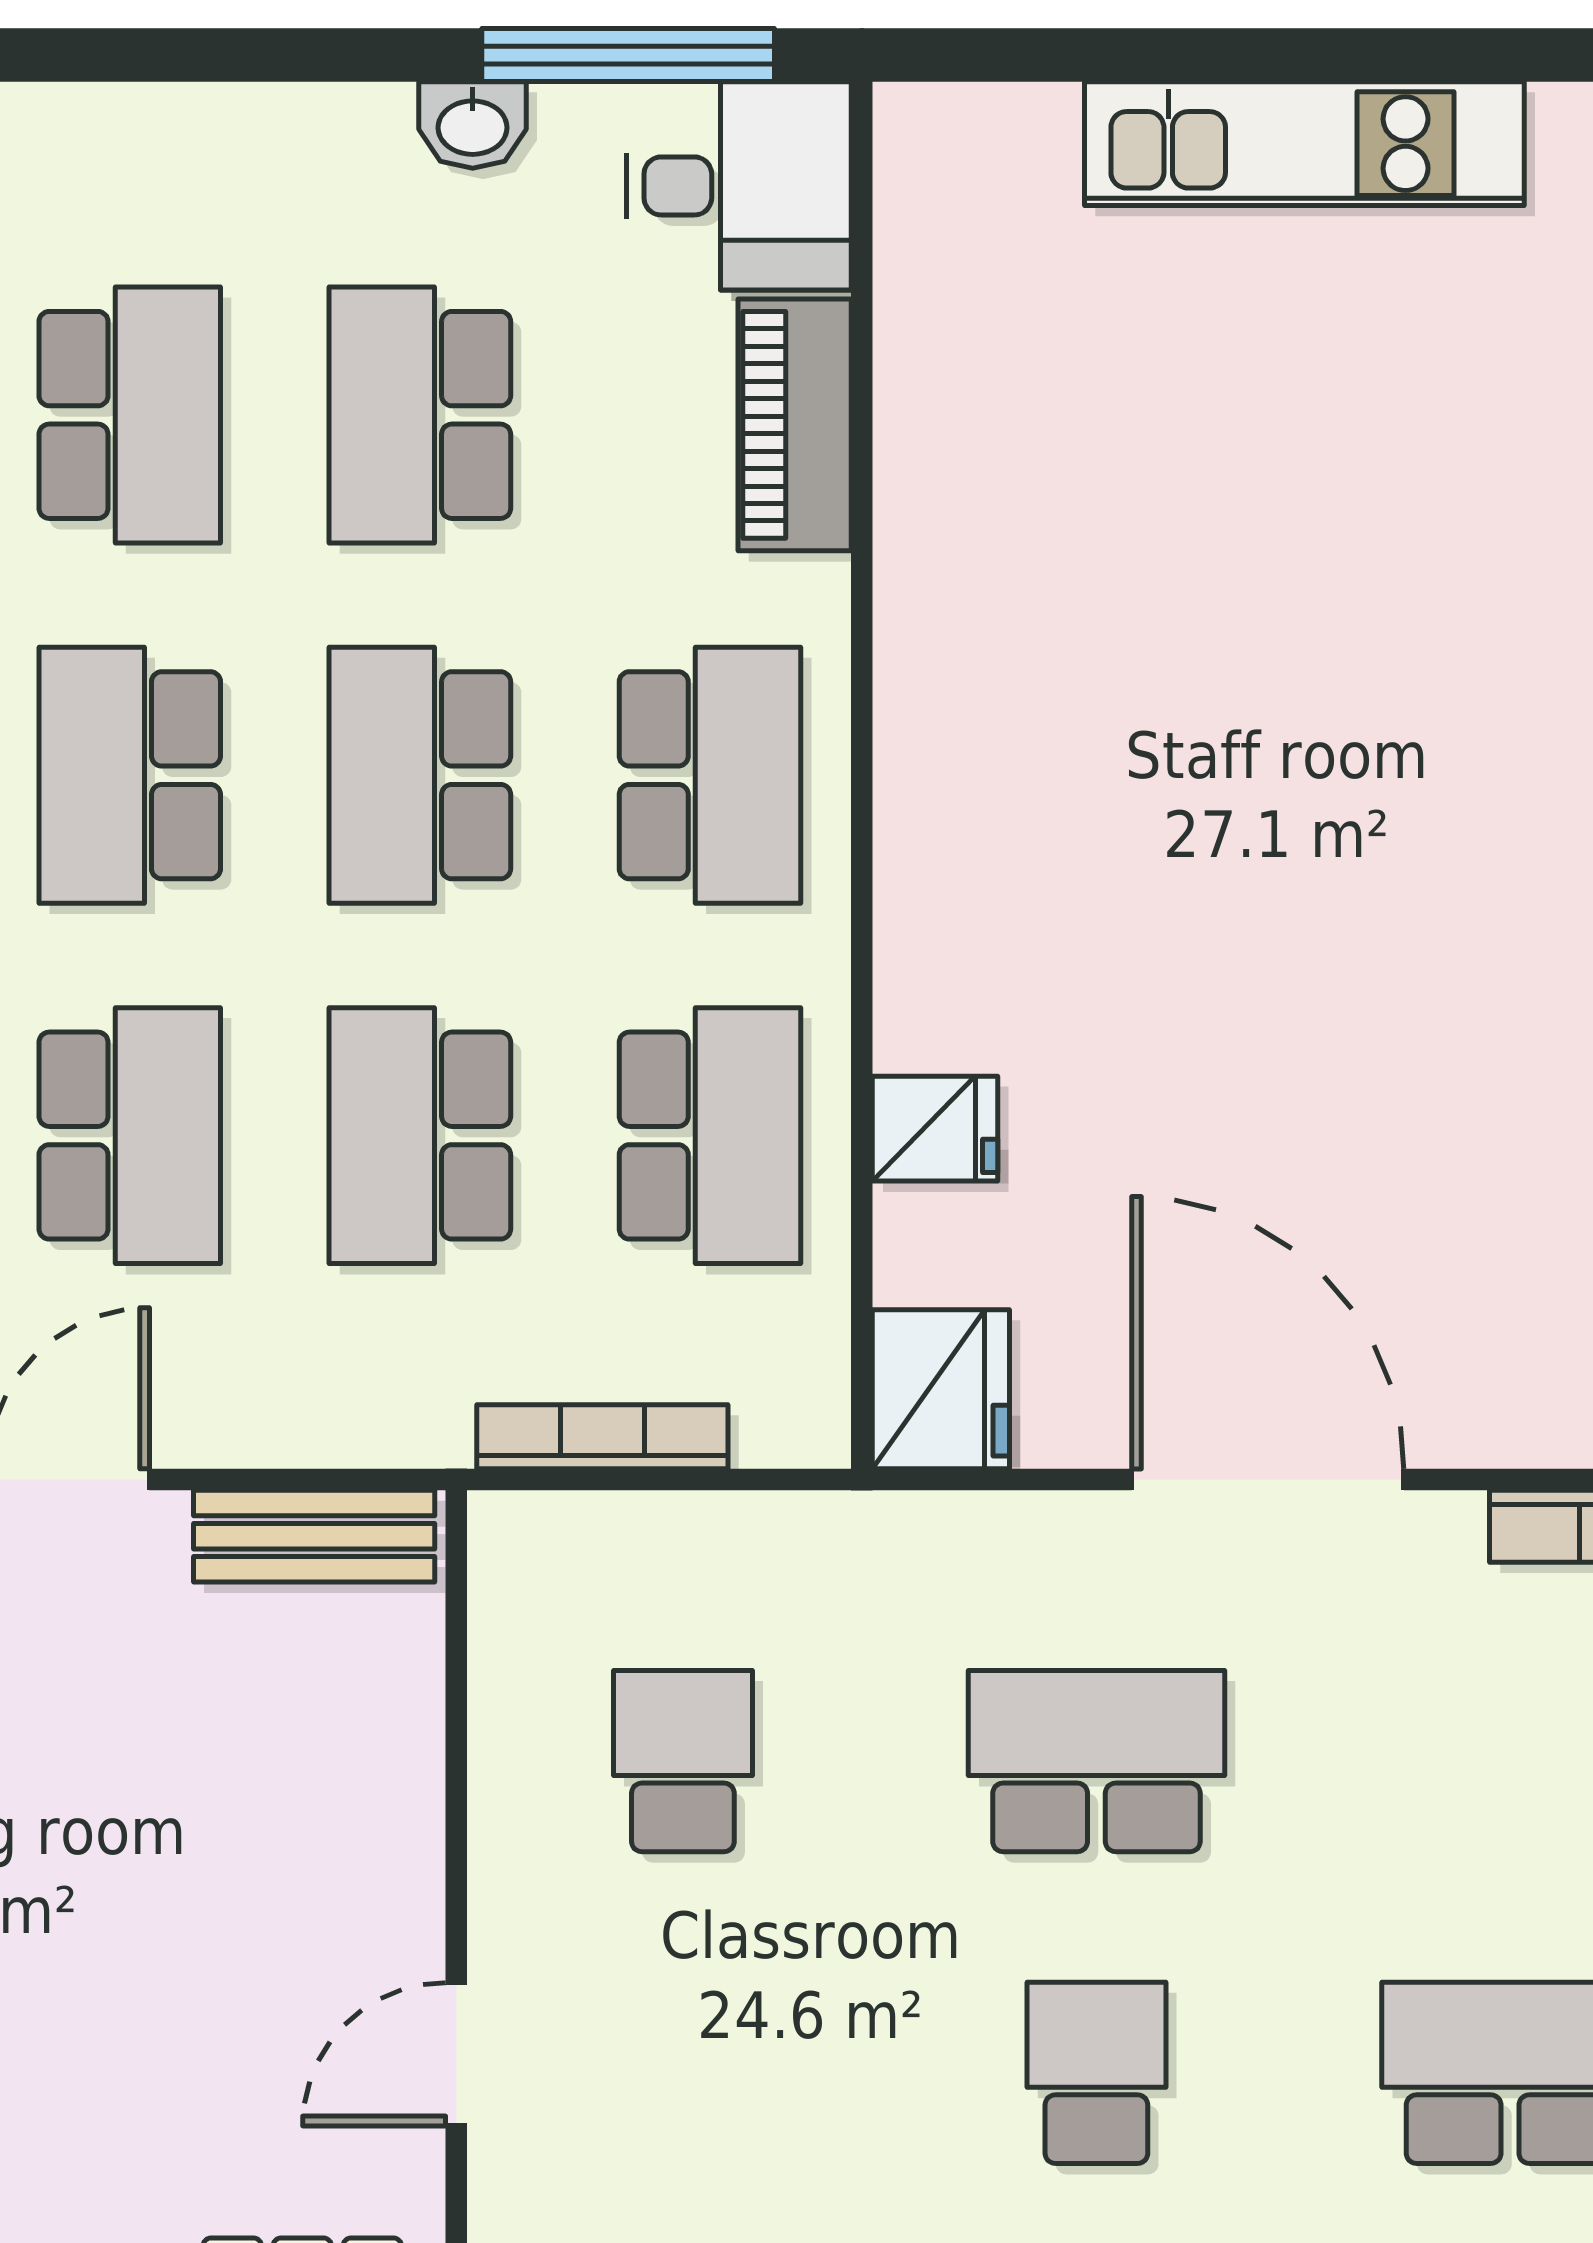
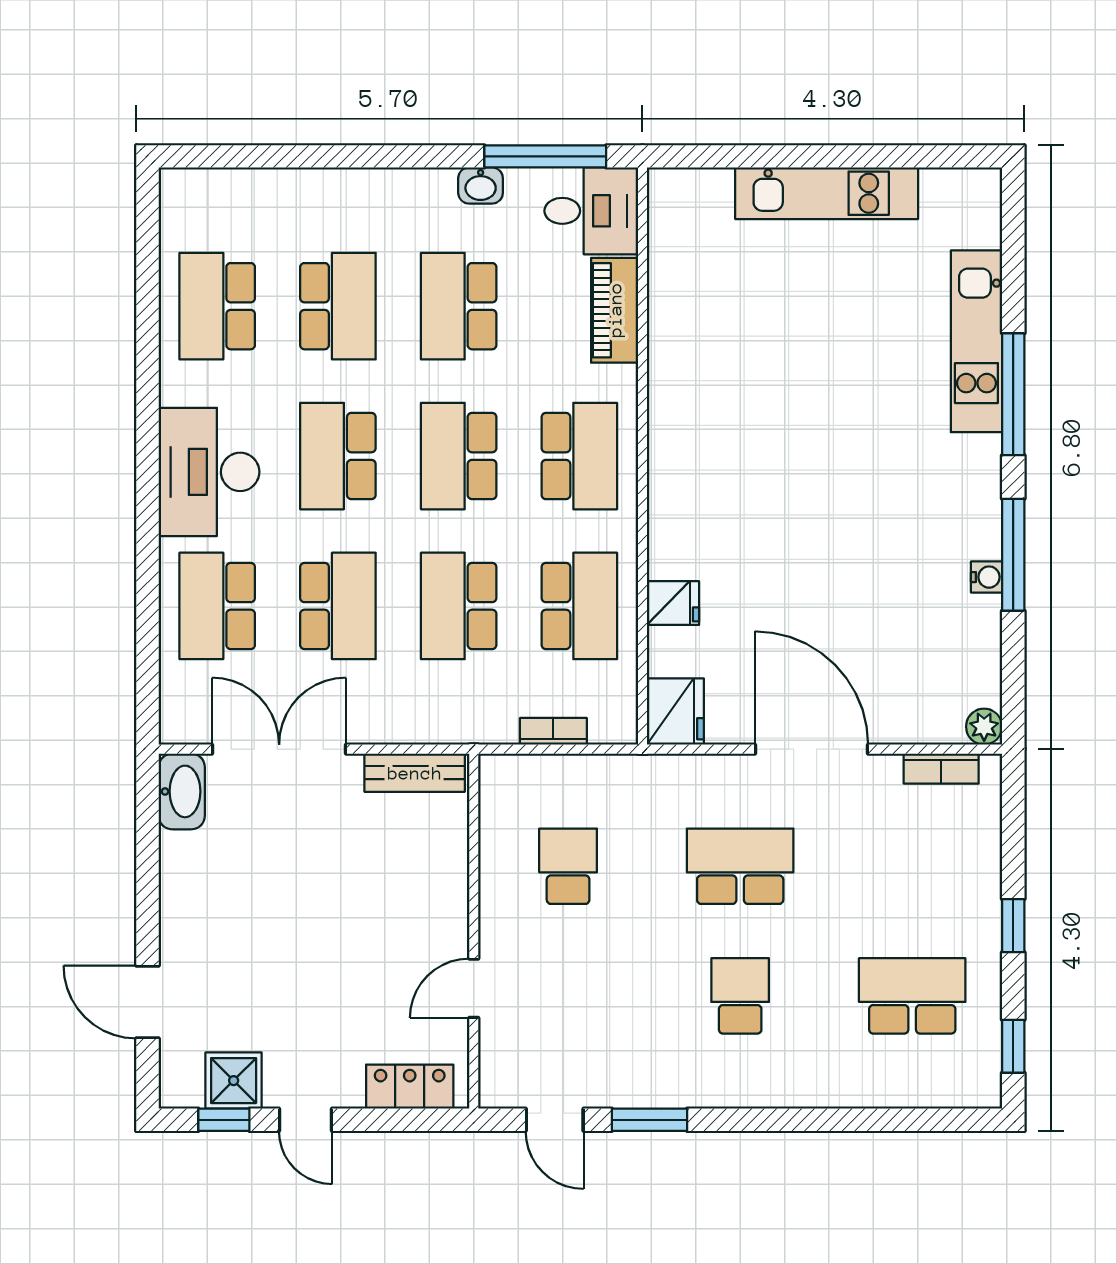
bookcase: (602, 1437) -> (553, 731), width x0.64

